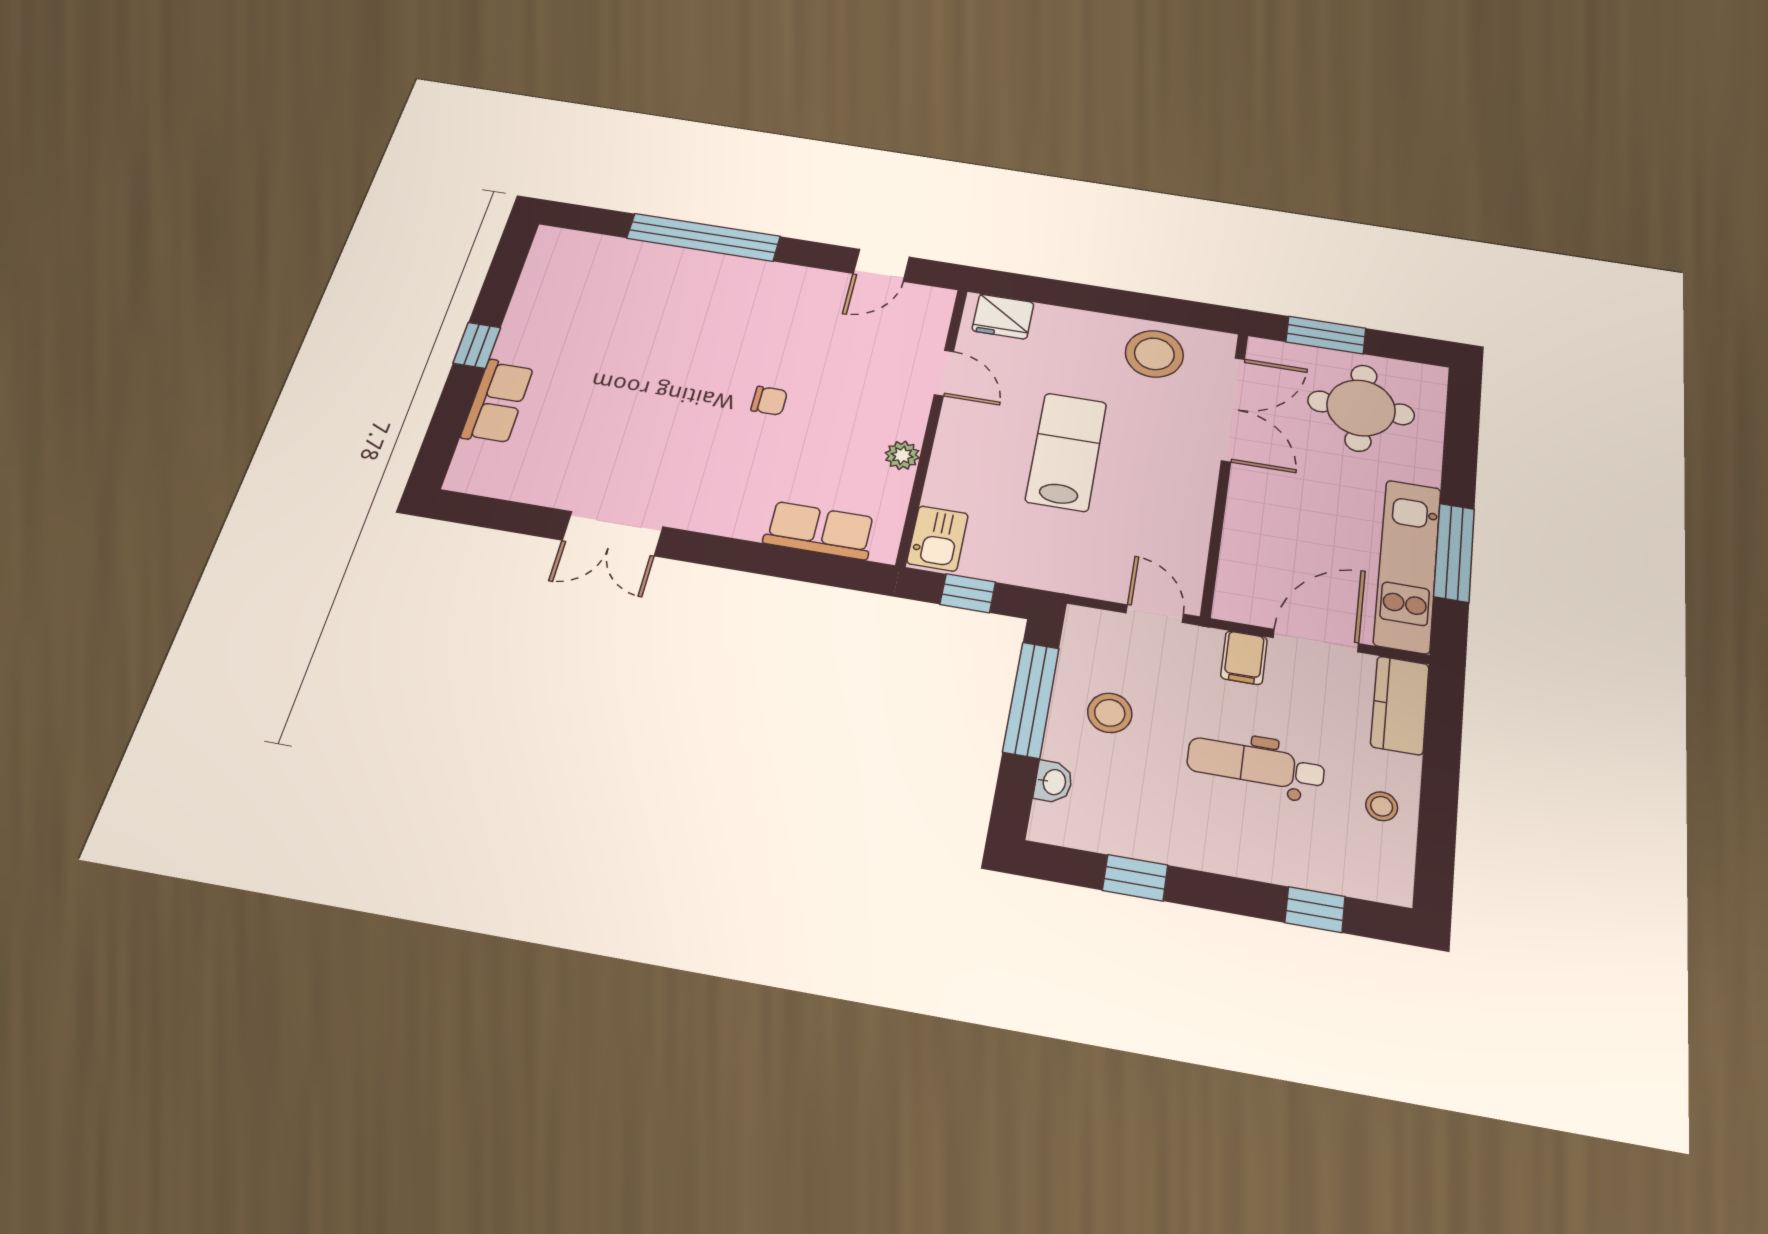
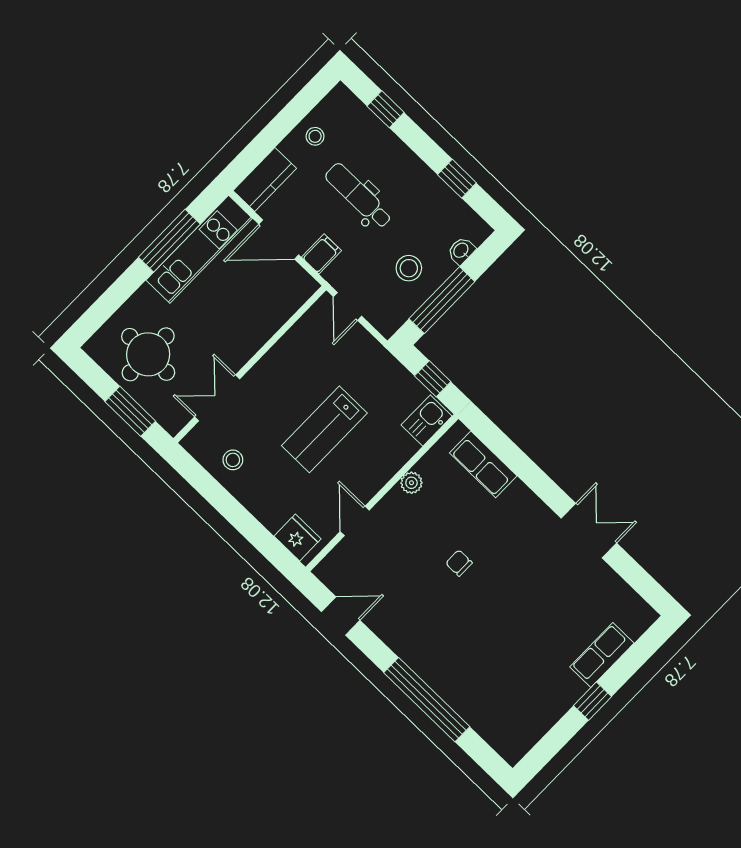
stool: (1154, 354) -> (233, 460), width x0.53, depth x0.53
double door: (1233, 409) -> (217, 398), width x0.73
dental chair: (1256, 765) -> (359, 196), turned 180

